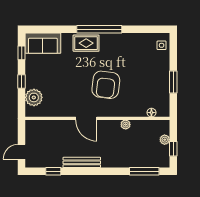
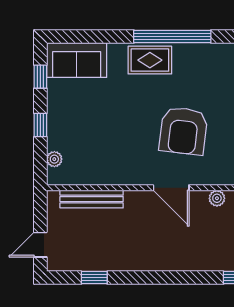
plant: (34, 97) -> (54, 159), width x0.53, depth x0.53
door: (86, 118) -> (171, 188), moved
bench: (82, 162) -> (92, 199), moved

